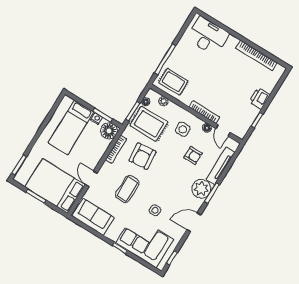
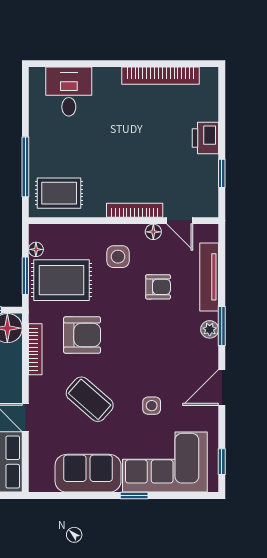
desk: (208, 36) -> (69, 92), width x0.73
plant: (163, 101) -> (62, 232), removed
armchair: (143, 156) -> (82, 335), turned -85
coffee table: (127, 189) -> (90, 399), turned -49
plant: (201, 189) -> (210, 329), width x0.53, depth x0.53
sofa: (93, 217) -> (88, 473), moved

